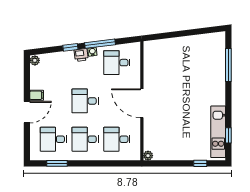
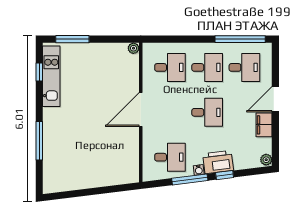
printer: (81, 55) -> (218, 162), width x1.87, depth x1.48
window: (228, 65) -> (39, 141), moved
filing cabinet: (37, 95) -> (264, 125), width x2.00
door: (142, 103) -> (141, 110), swing flipped
window: (57, 163) -> (240, 39), width x2.11
window: (200, 163) -> (72, 39), width x2.17

